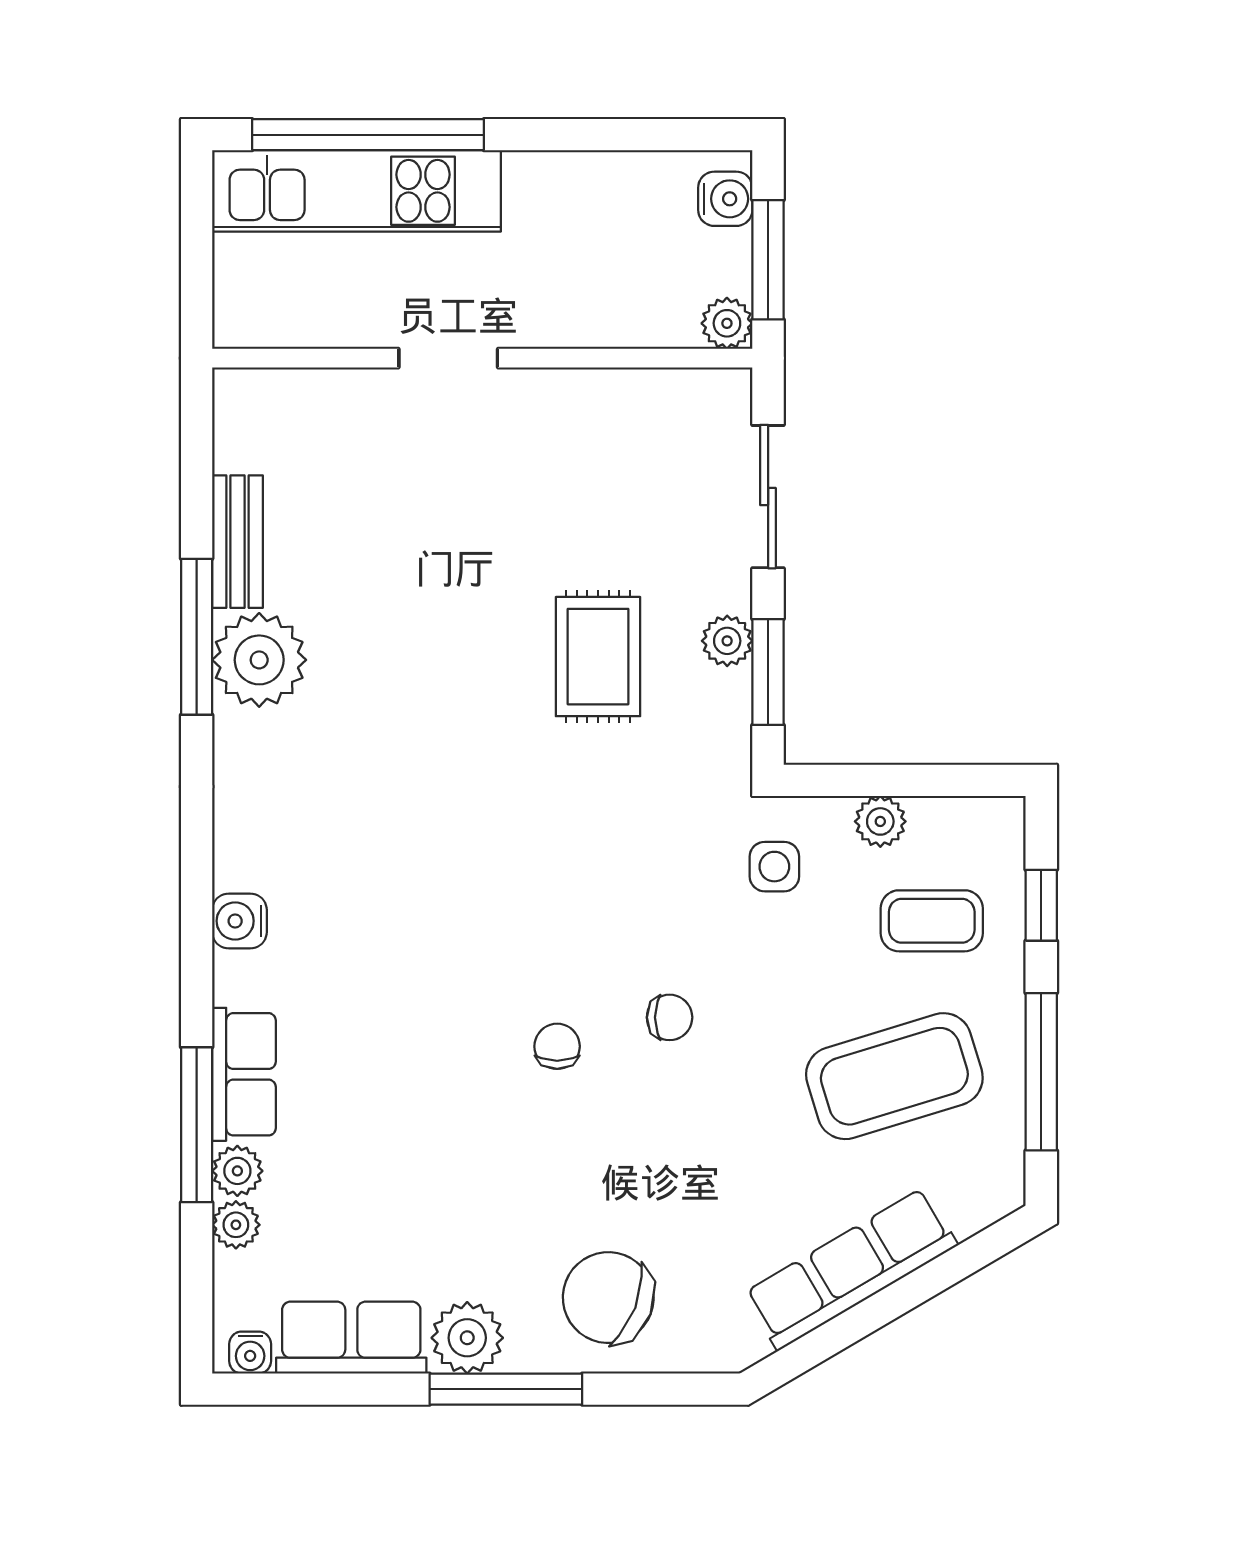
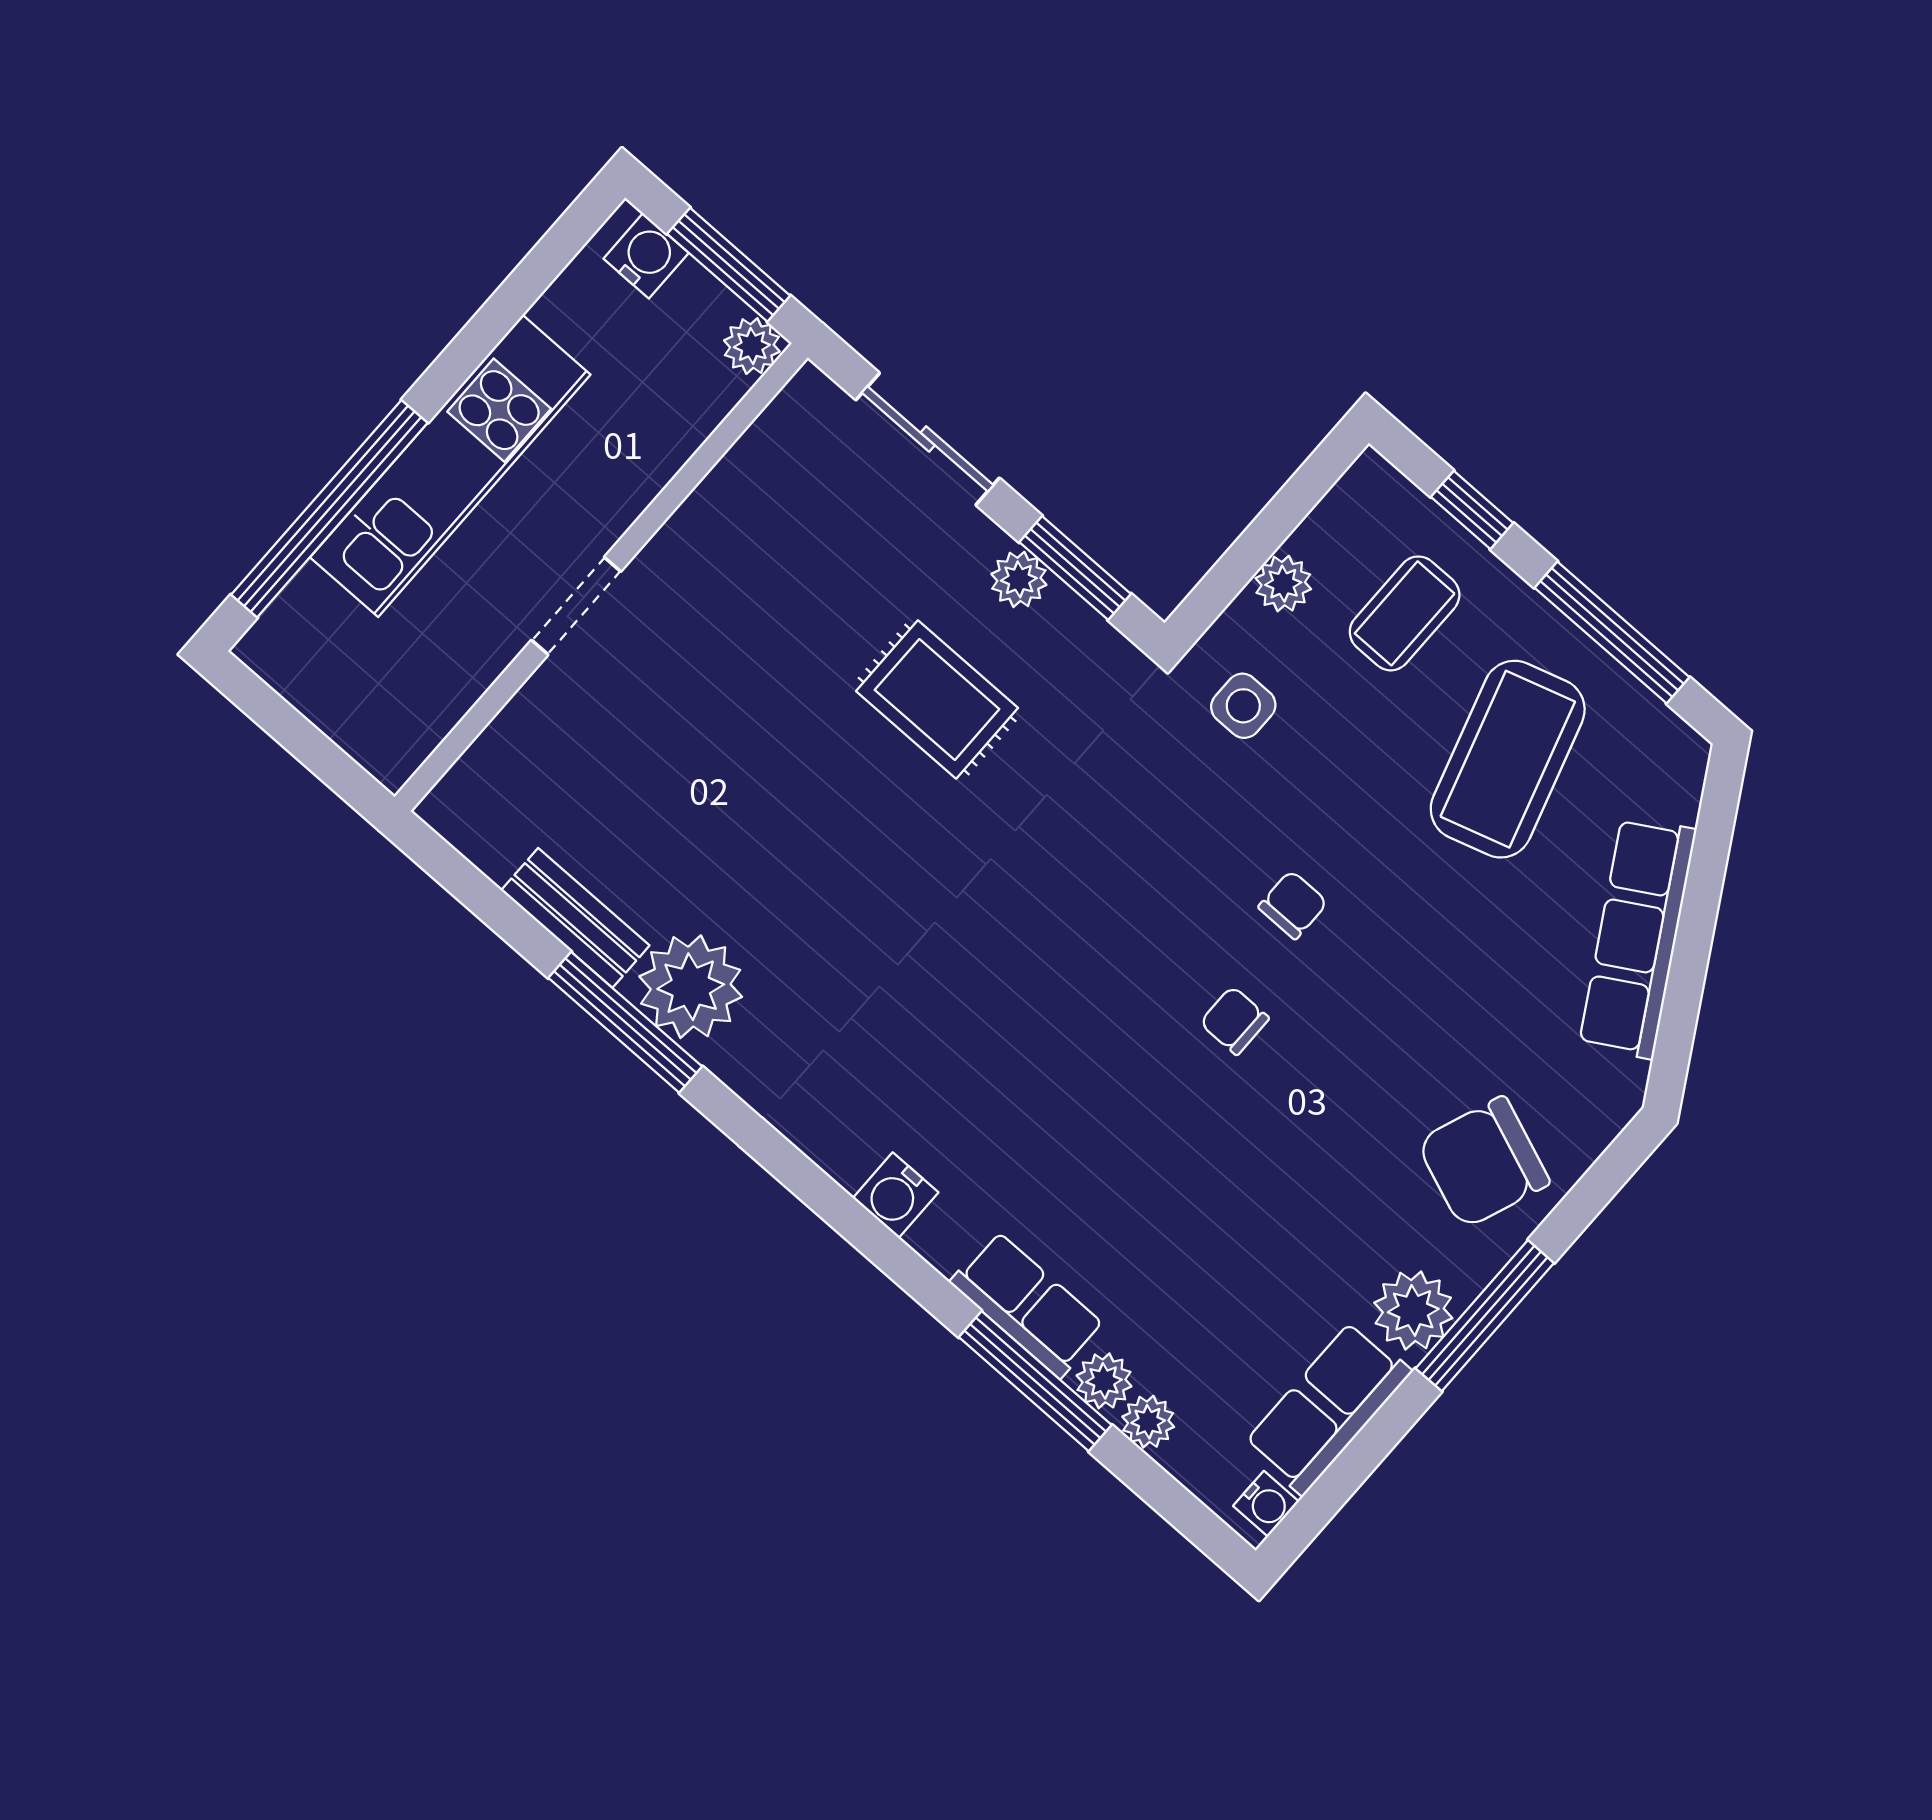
kitchen unit: (357, 191) -> (450, 466), moved

